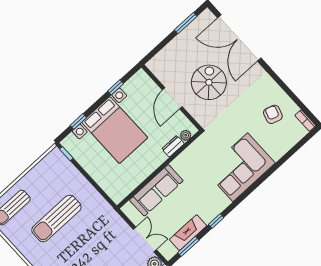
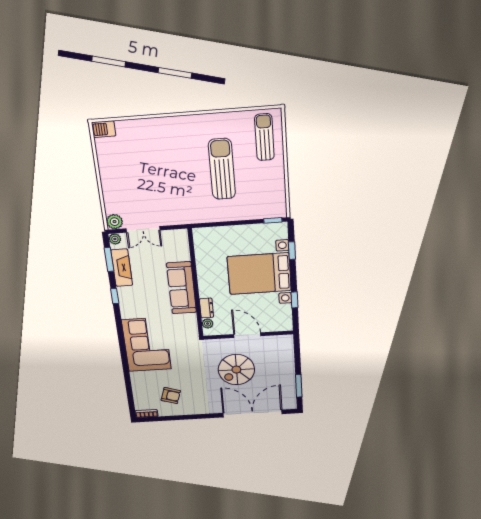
spiral stairs: (209, 82) -> (236, 370), turned 90
sofa: (156, 190) -> (182, 288), moved
plant: (168, 254) -> (115, 239), added

